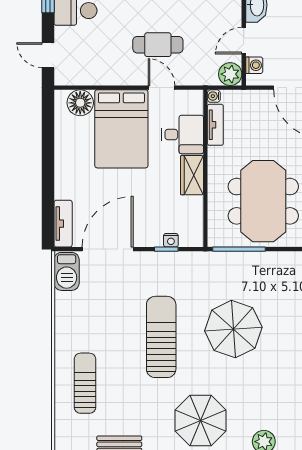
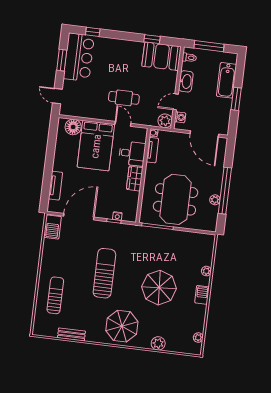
tv unit: (63, 224) -> (55, 186), moved
parasol: (233, 329) -> (159, 288), moved

